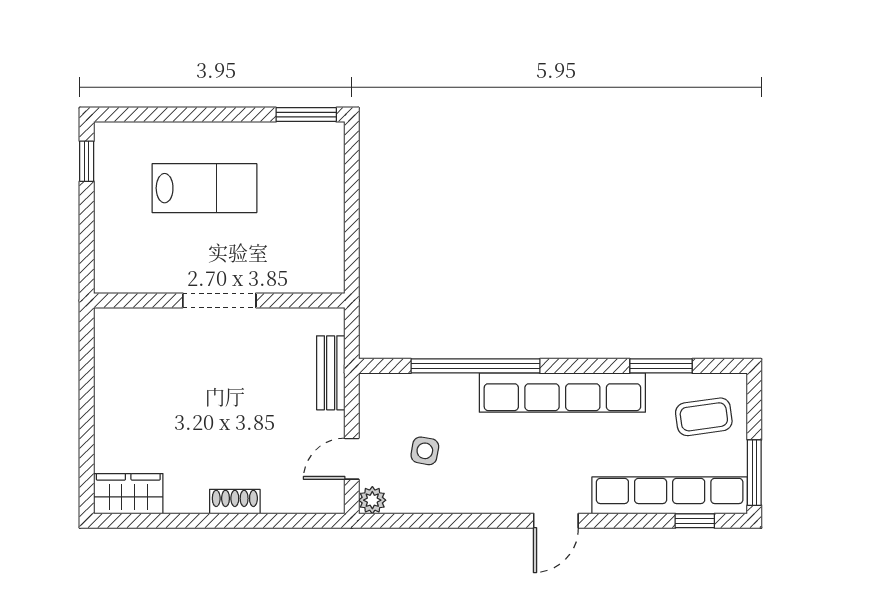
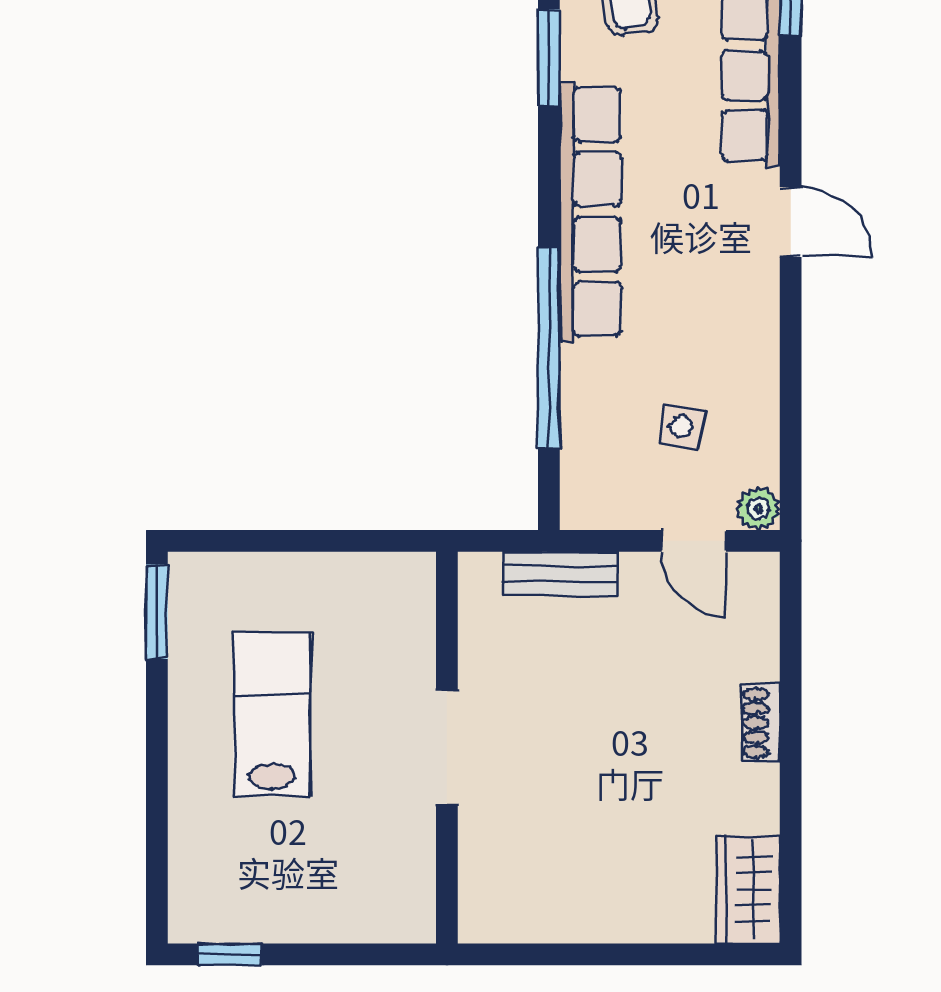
lab bench: (204, 188) -> (272, 714), moved

